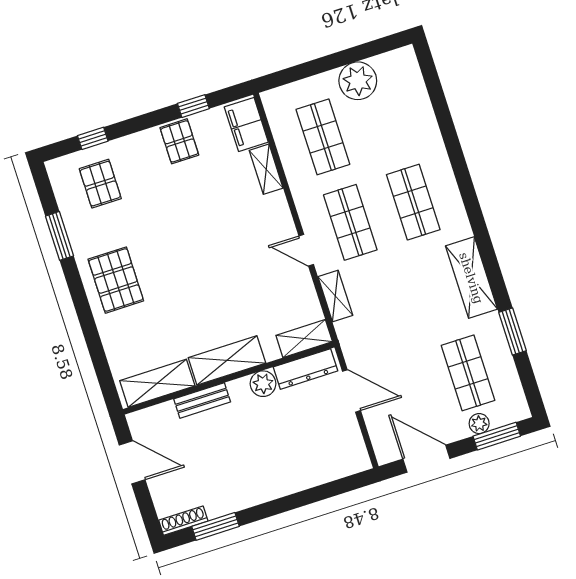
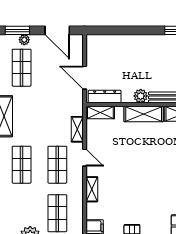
shelving: (266, 169) -> (92, 189), moved
plant: (263, 384) -> (141, 96), moved

